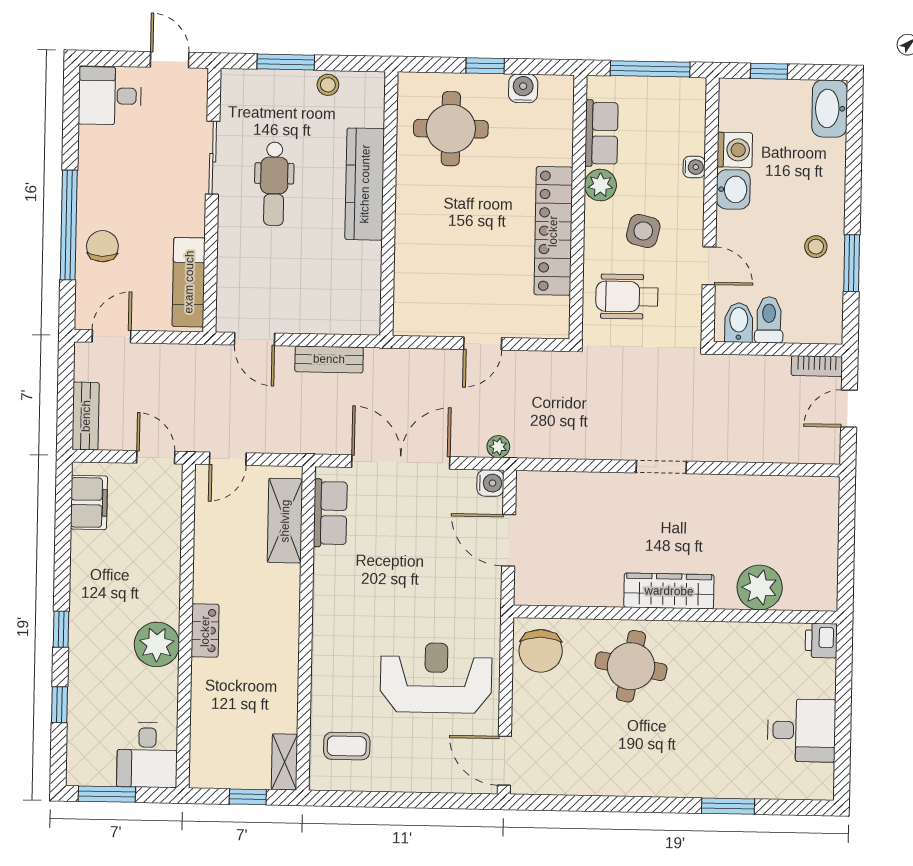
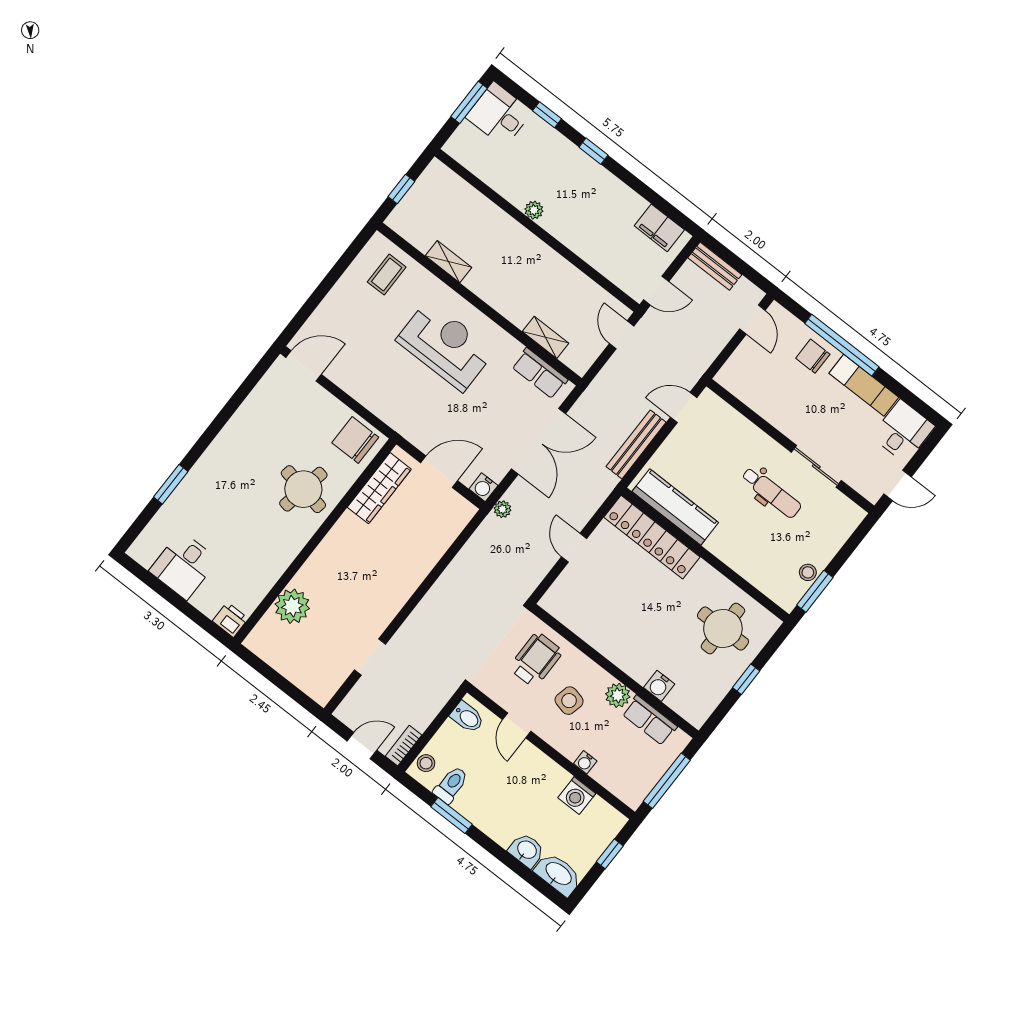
window: (286, 62) -> (815, 591), moved
water cooler: (523, 88) -> (659, 686), moved, turned 90
dental chair: (274, 184) -> (771, 492), turned 180
kitchen counter: (365, 184) -> (675, 507), moved
washbasin: (733, 189) -> (527, 850), moved, turned 180
locker: (553, 231) -> (652, 537), moved, turned 180
chair: (102, 246) -> (813, 356), turned 180
stool: (816, 247) -> (426, 763), moved
door: (709, 266) -> (517, 725), hinge flipped
exam couch: (189, 282) -> (864, 385), moved, turned 180
toilet: (769, 320) -> (451, 785), moved, turned -90
bench: (329, 359) -> (636, 444), width x1.36
door: (849, 409) -> (362, 746), hinge flipped
doorway: (661, 467) -> (370, 657), moved
shelving: (285, 521) -> (546, 337), width x0.67, depth x0.75
wardrobe: (669, 591) -> (379, 488), moved
locker: (205, 631) -> (525, 240), removed
plant: (157, 644) -> (534, 210), width x0.53, depth x0.53
reception desk: (436, 678) -> (445, 346), moved, turned -90
desk: (147, 755) -> (499, 114), moved
shelving: (285, 762) -> (449, 262), moved

